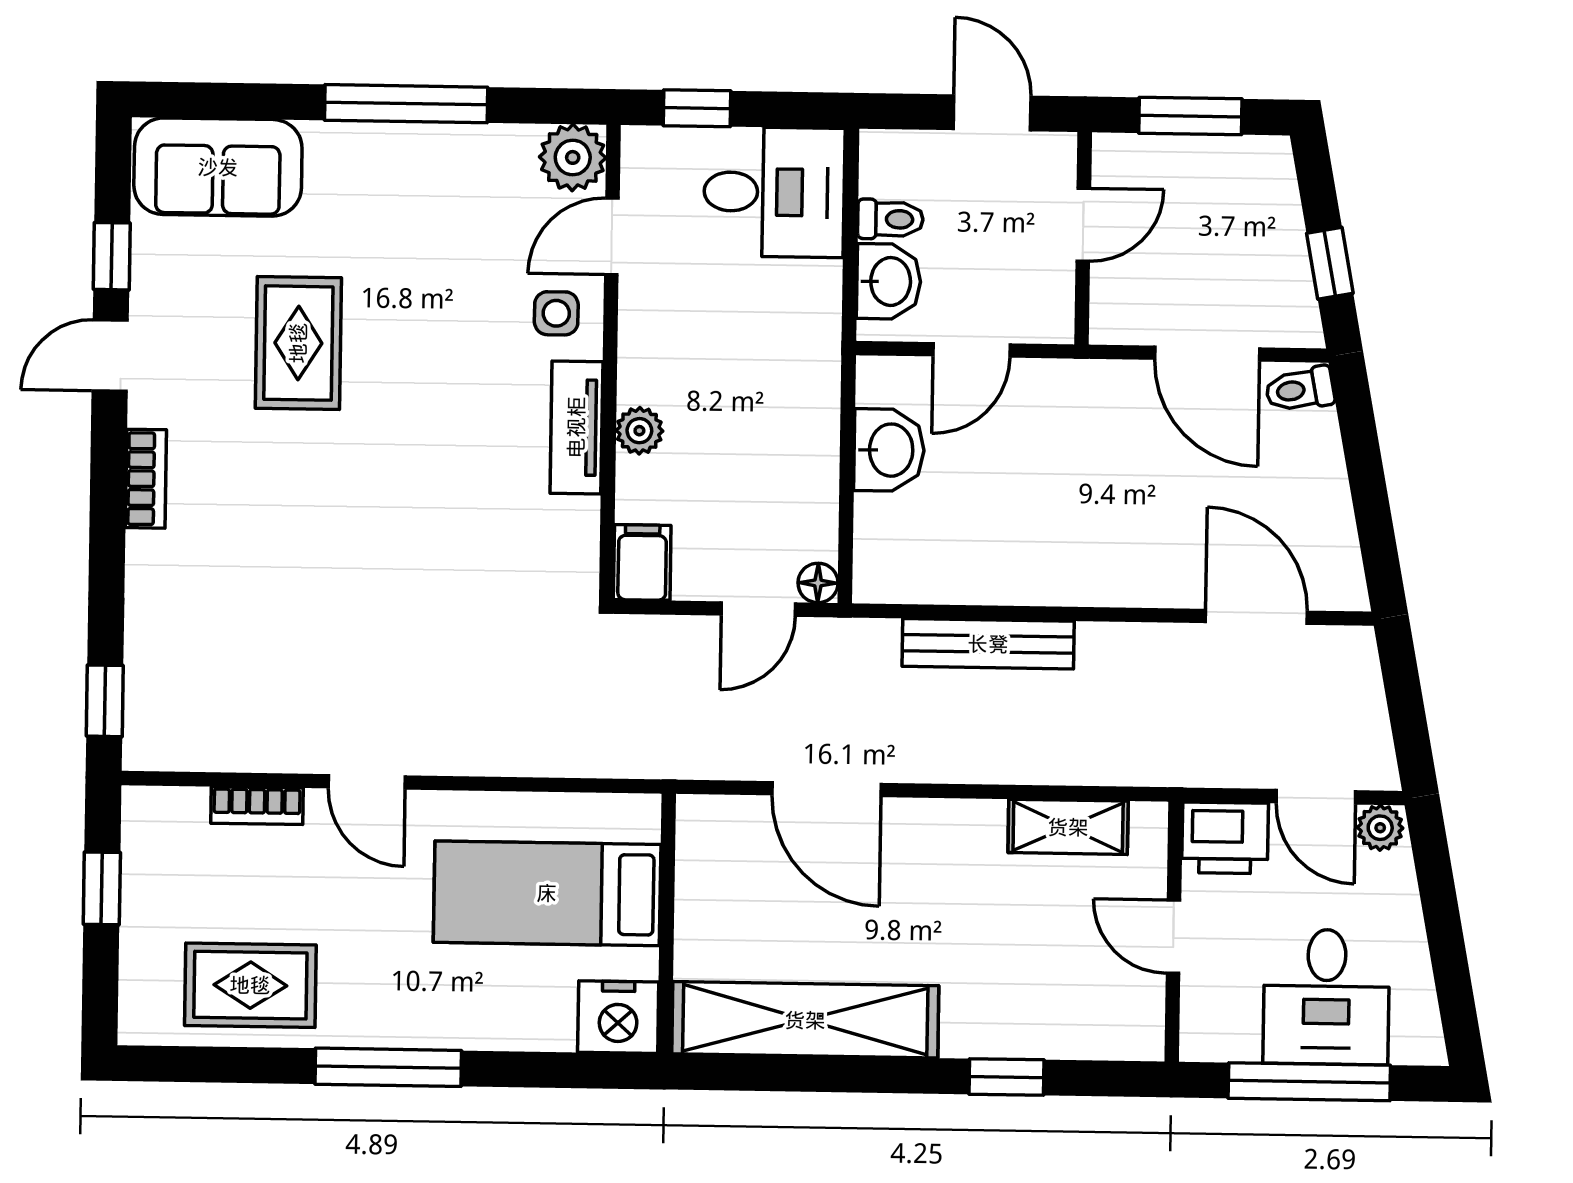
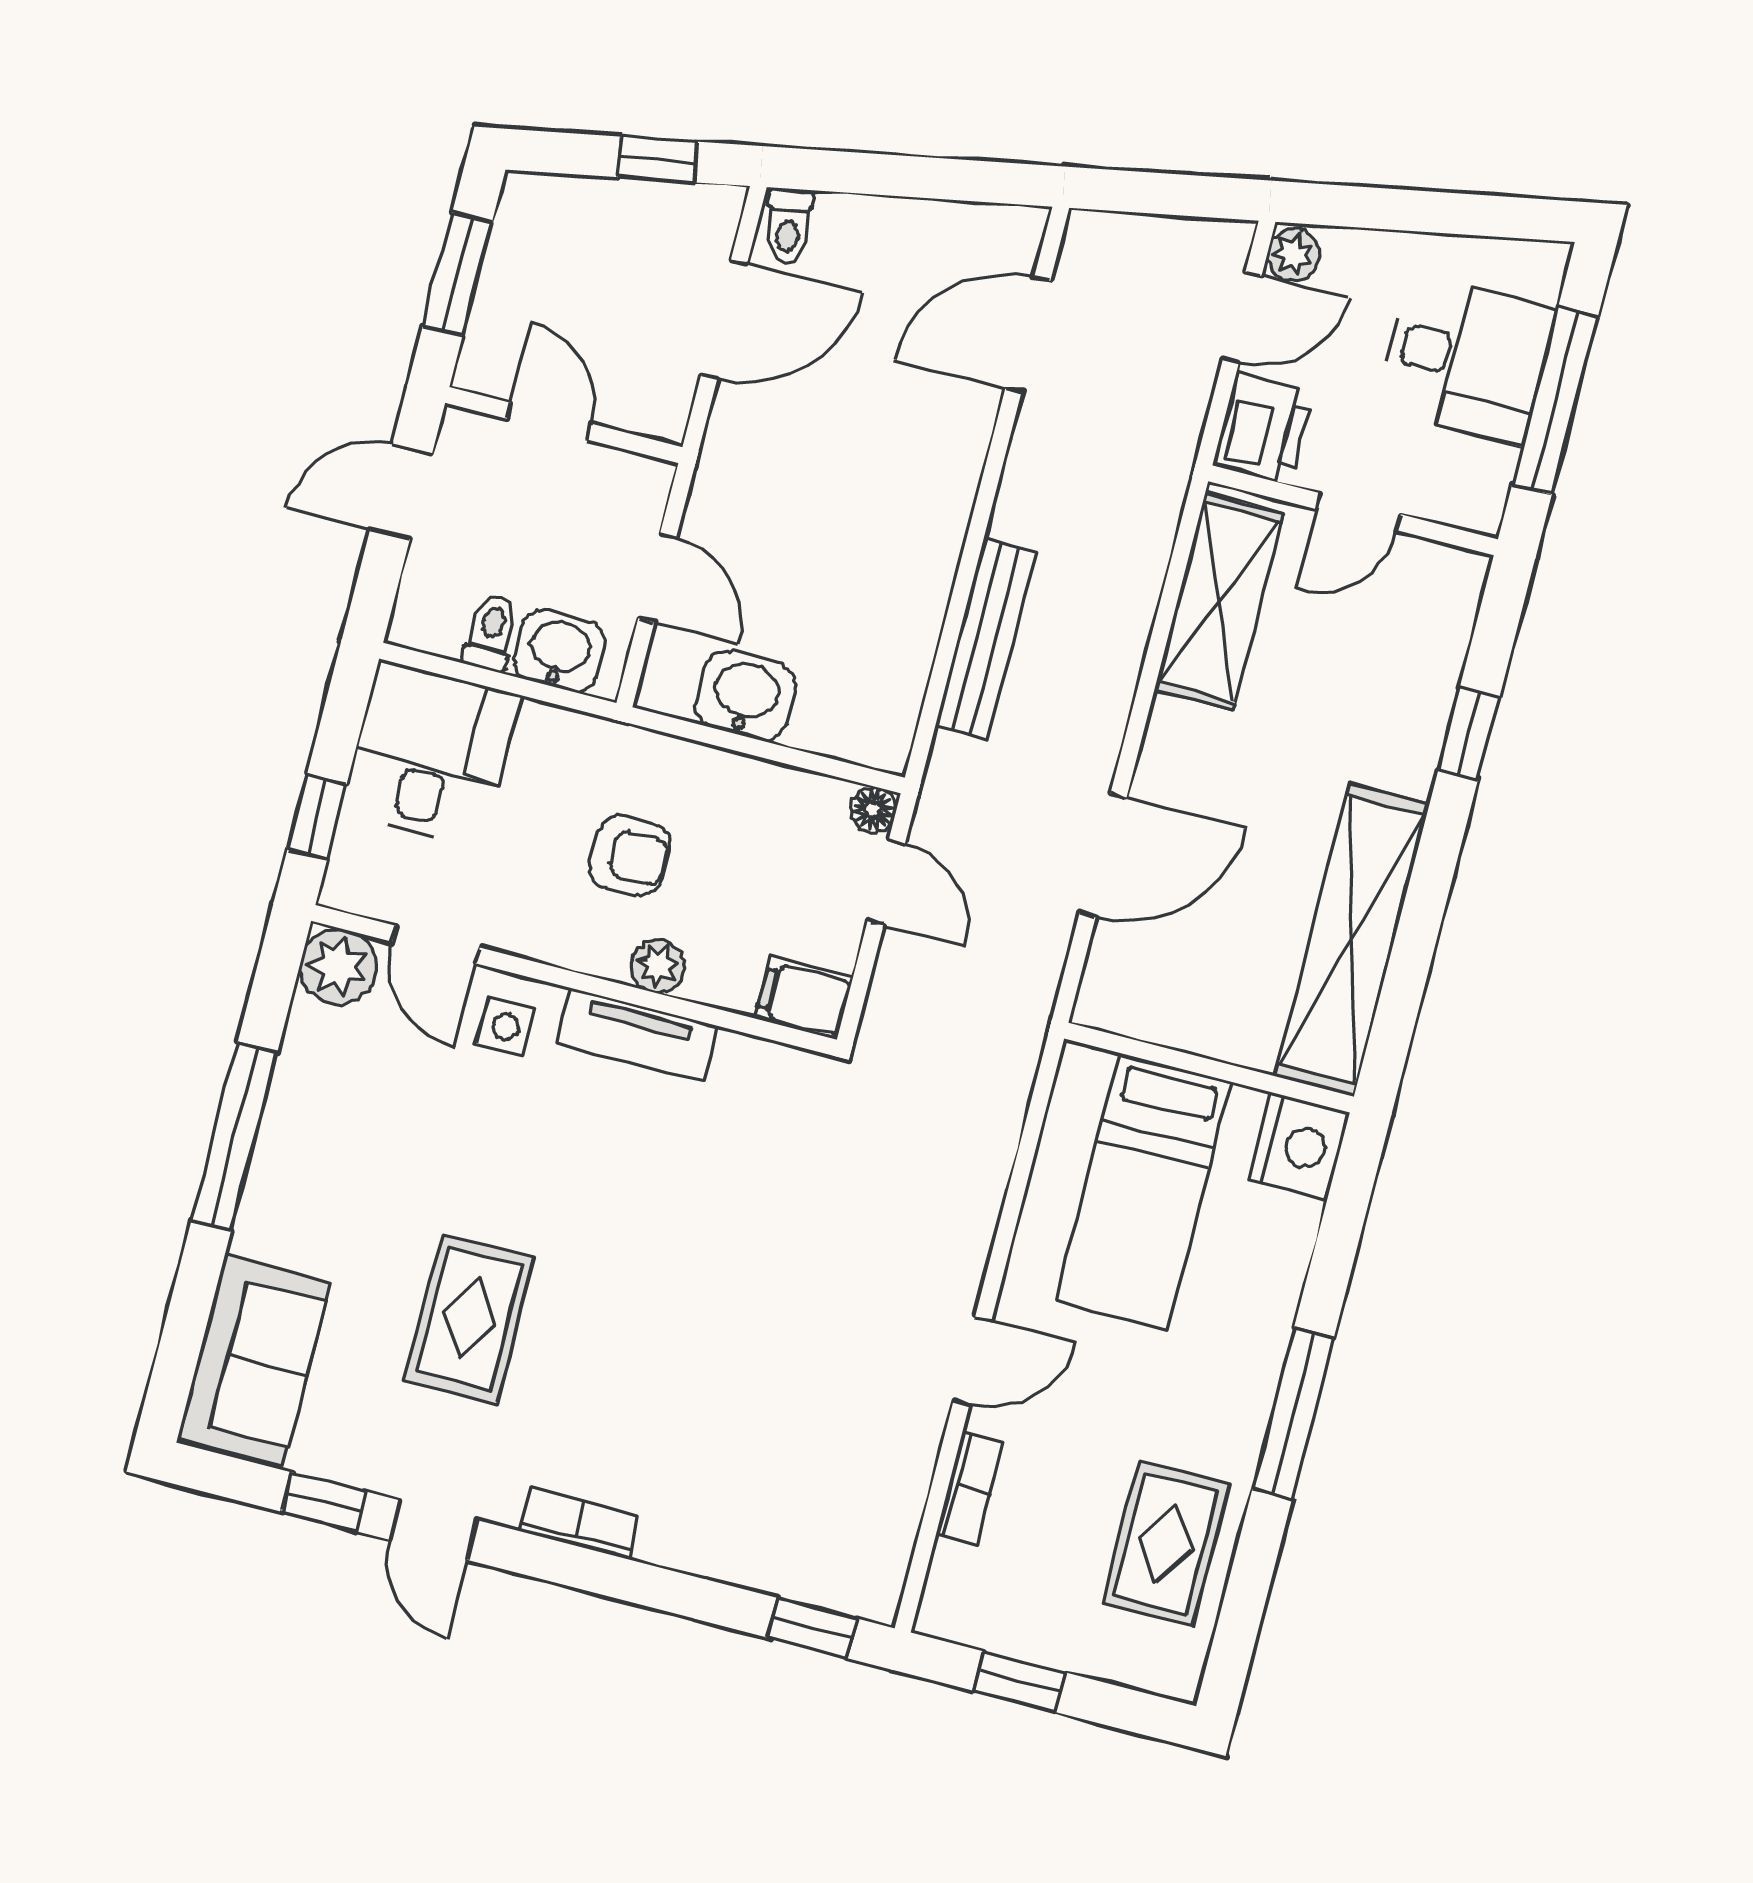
rug: (298, 343) -> (470, 1319), turned 90
armchair: (728, 384) -> (629, 856), added
shelving: (1068, 827) -> (1219, 601), width x1.50, depth x1.33

